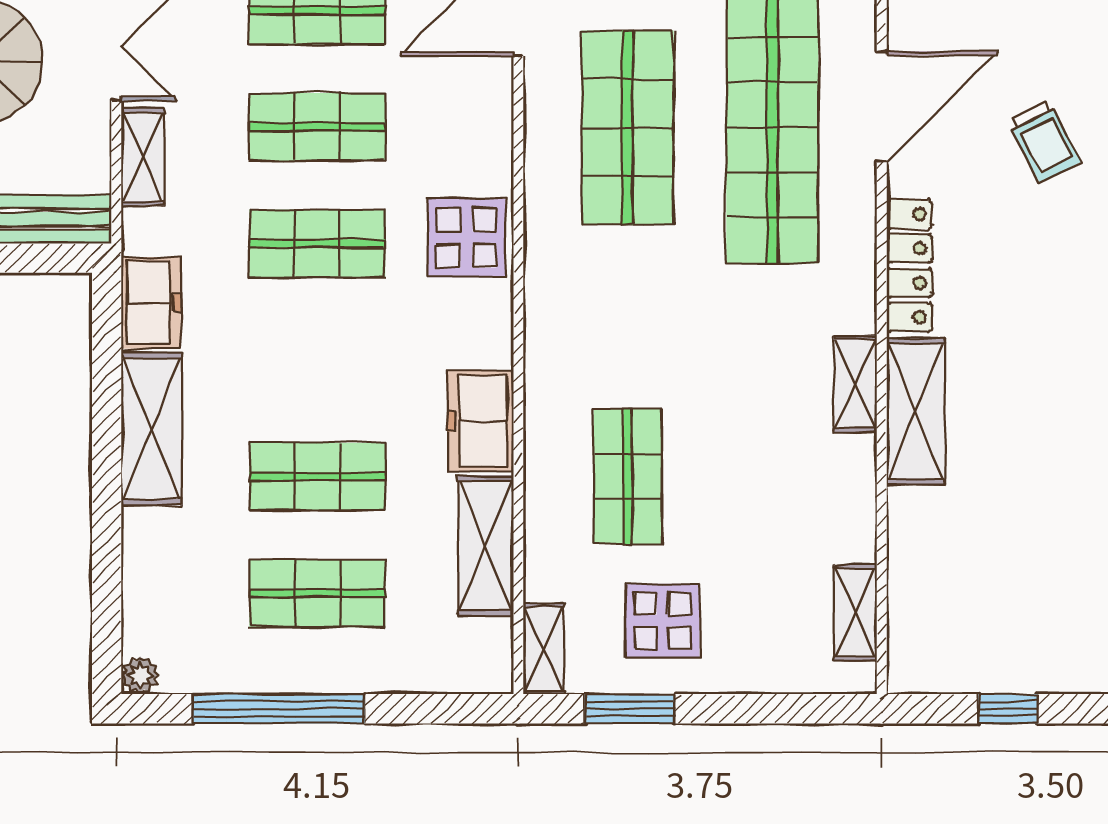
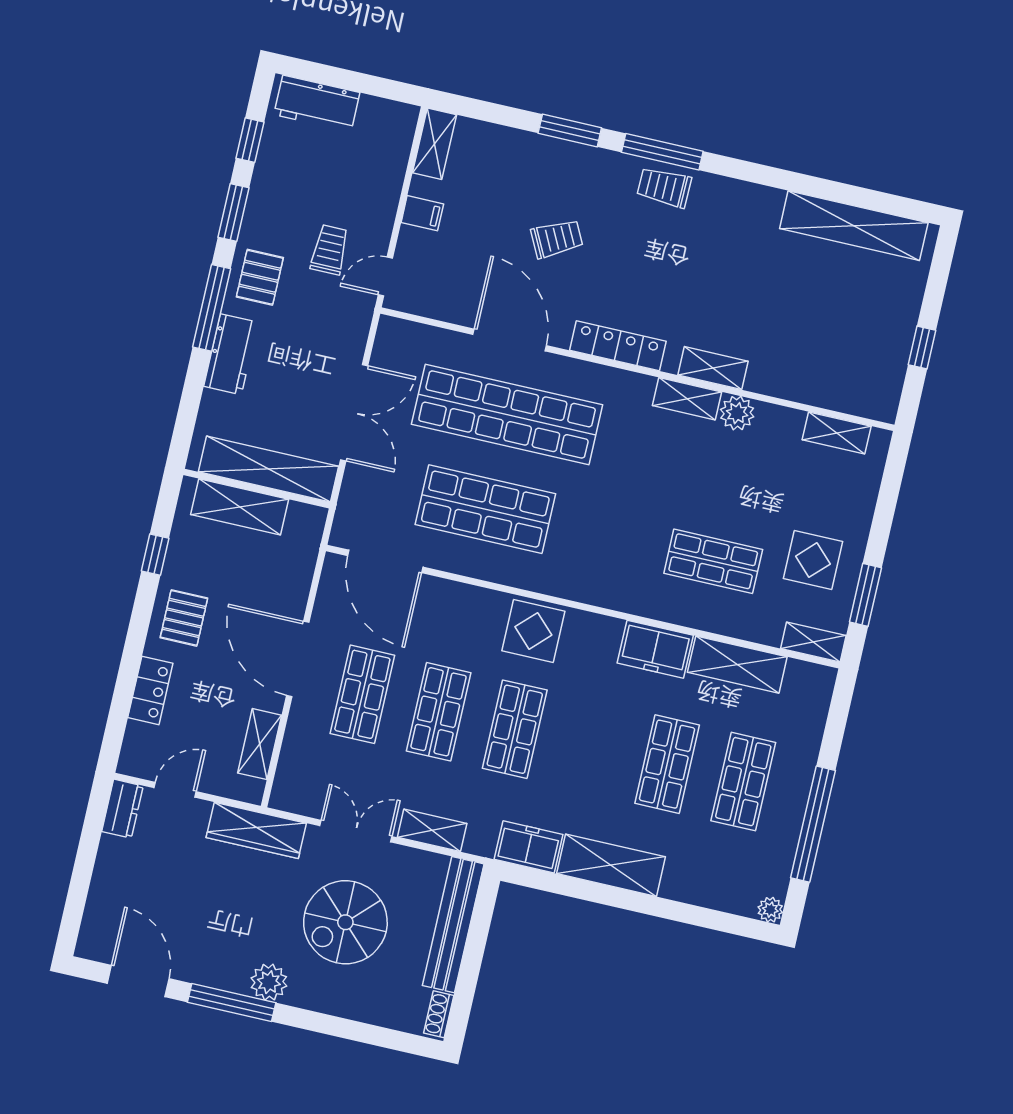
shelving: (916, 411) -> (713, 368), width x0.67, depth x0.75
plant: (851, 462) -> (737, 413), added

